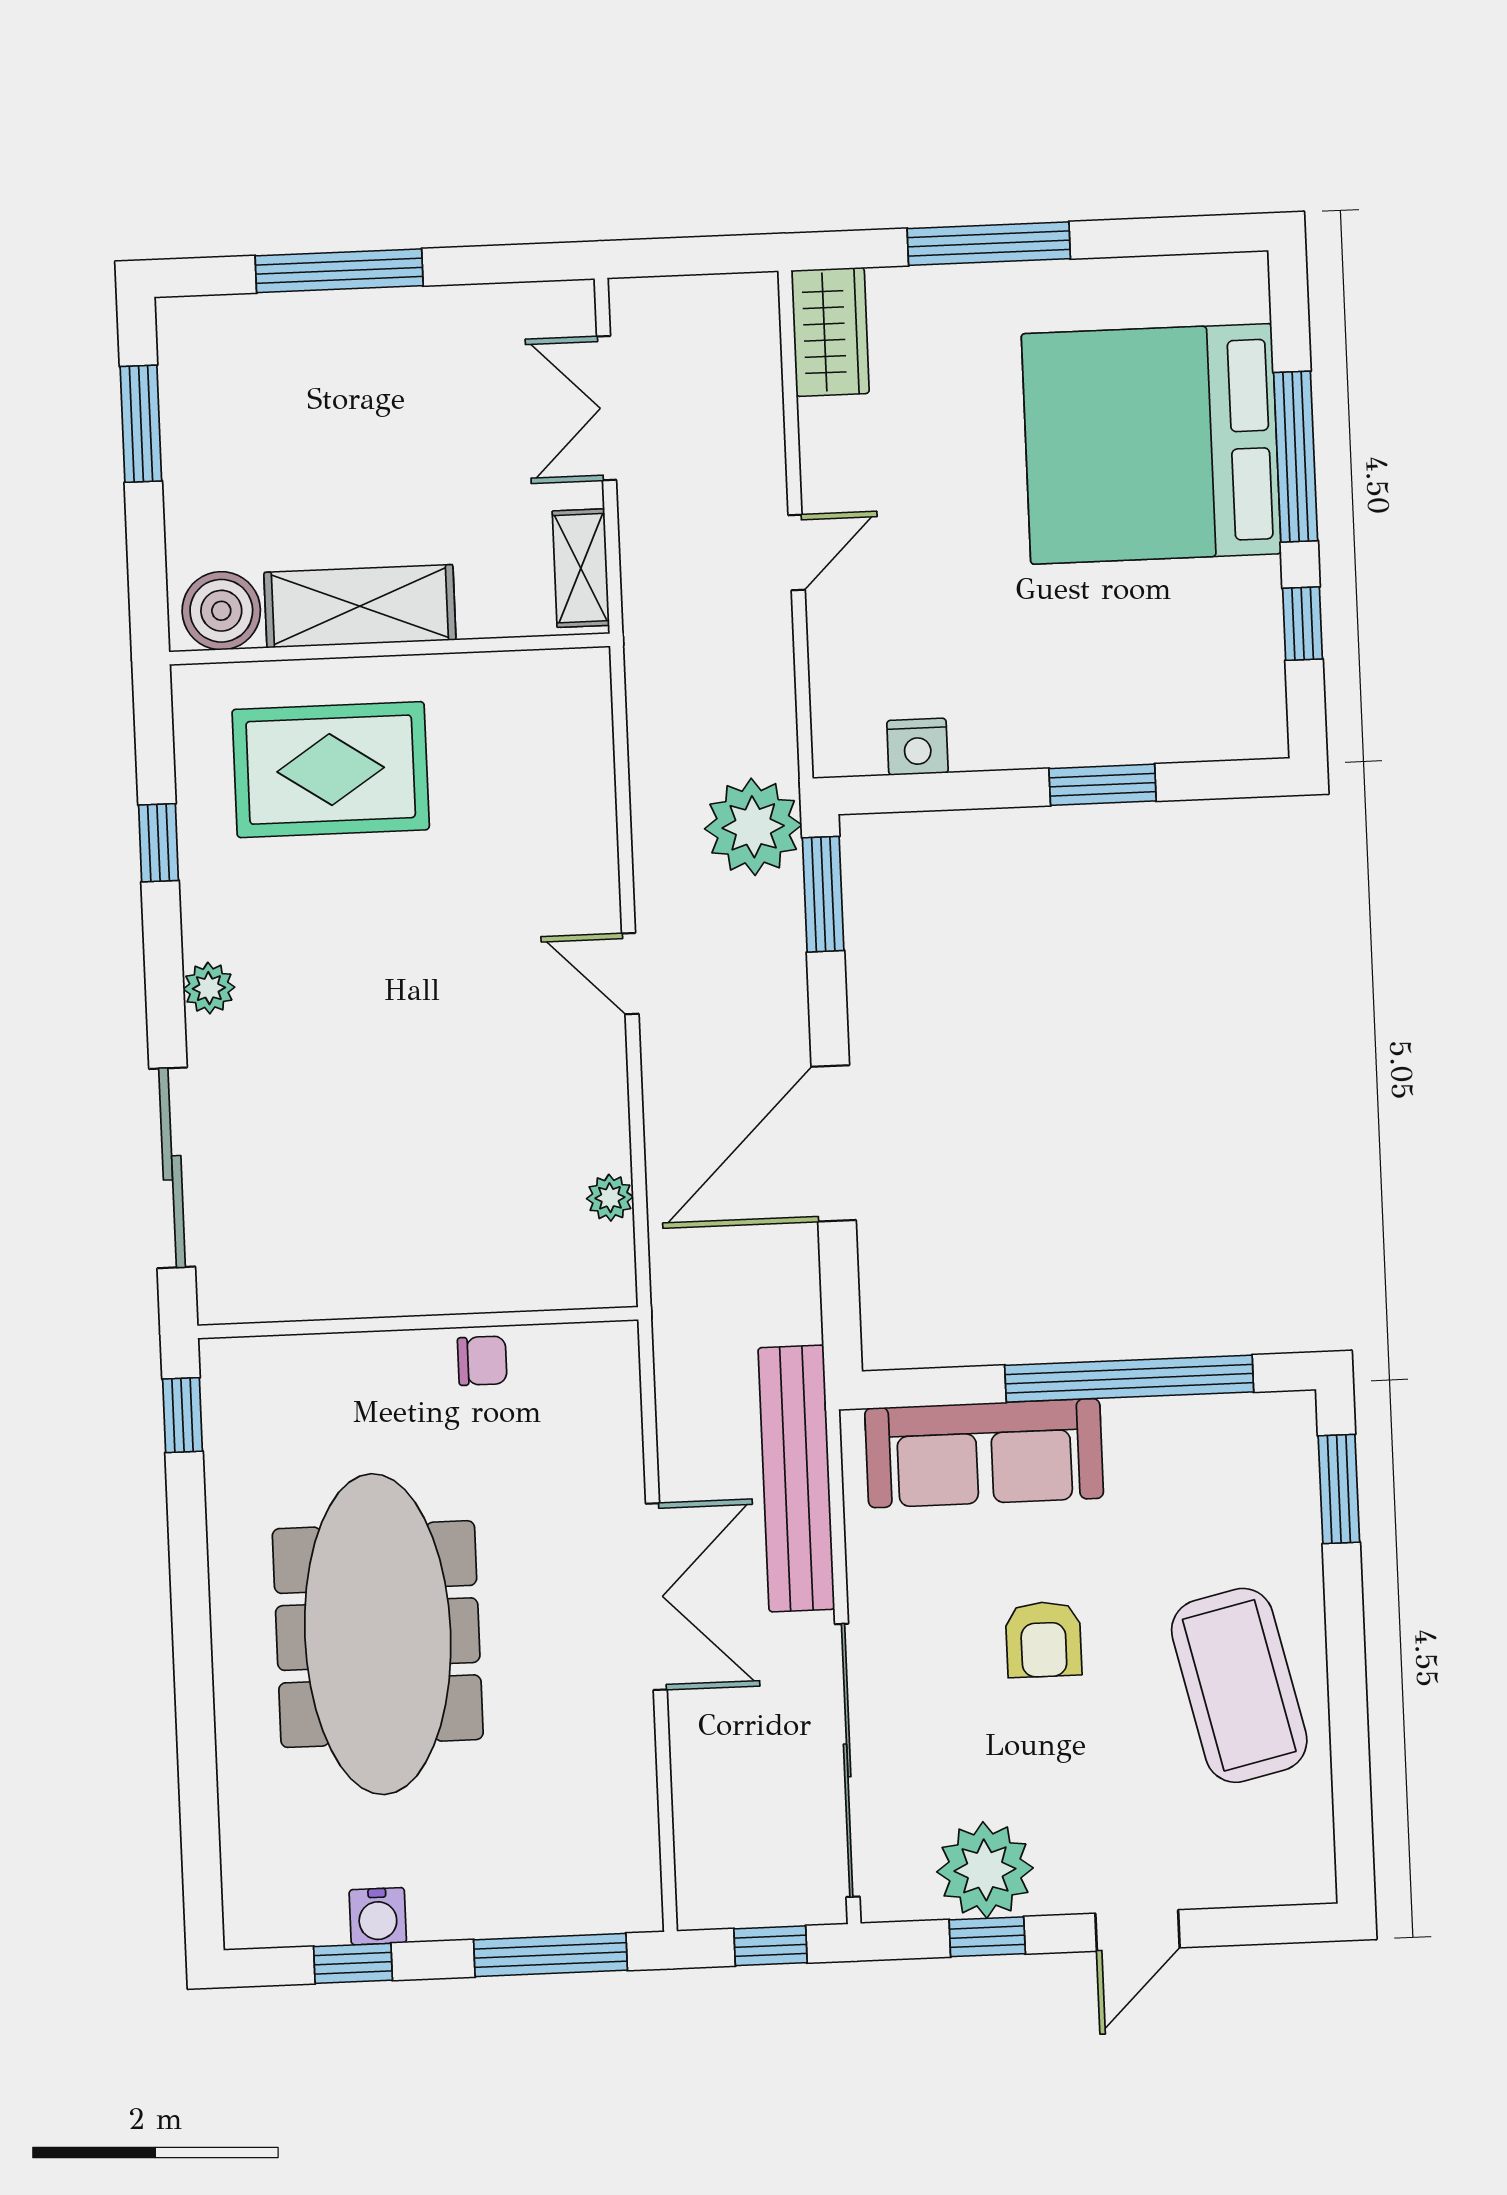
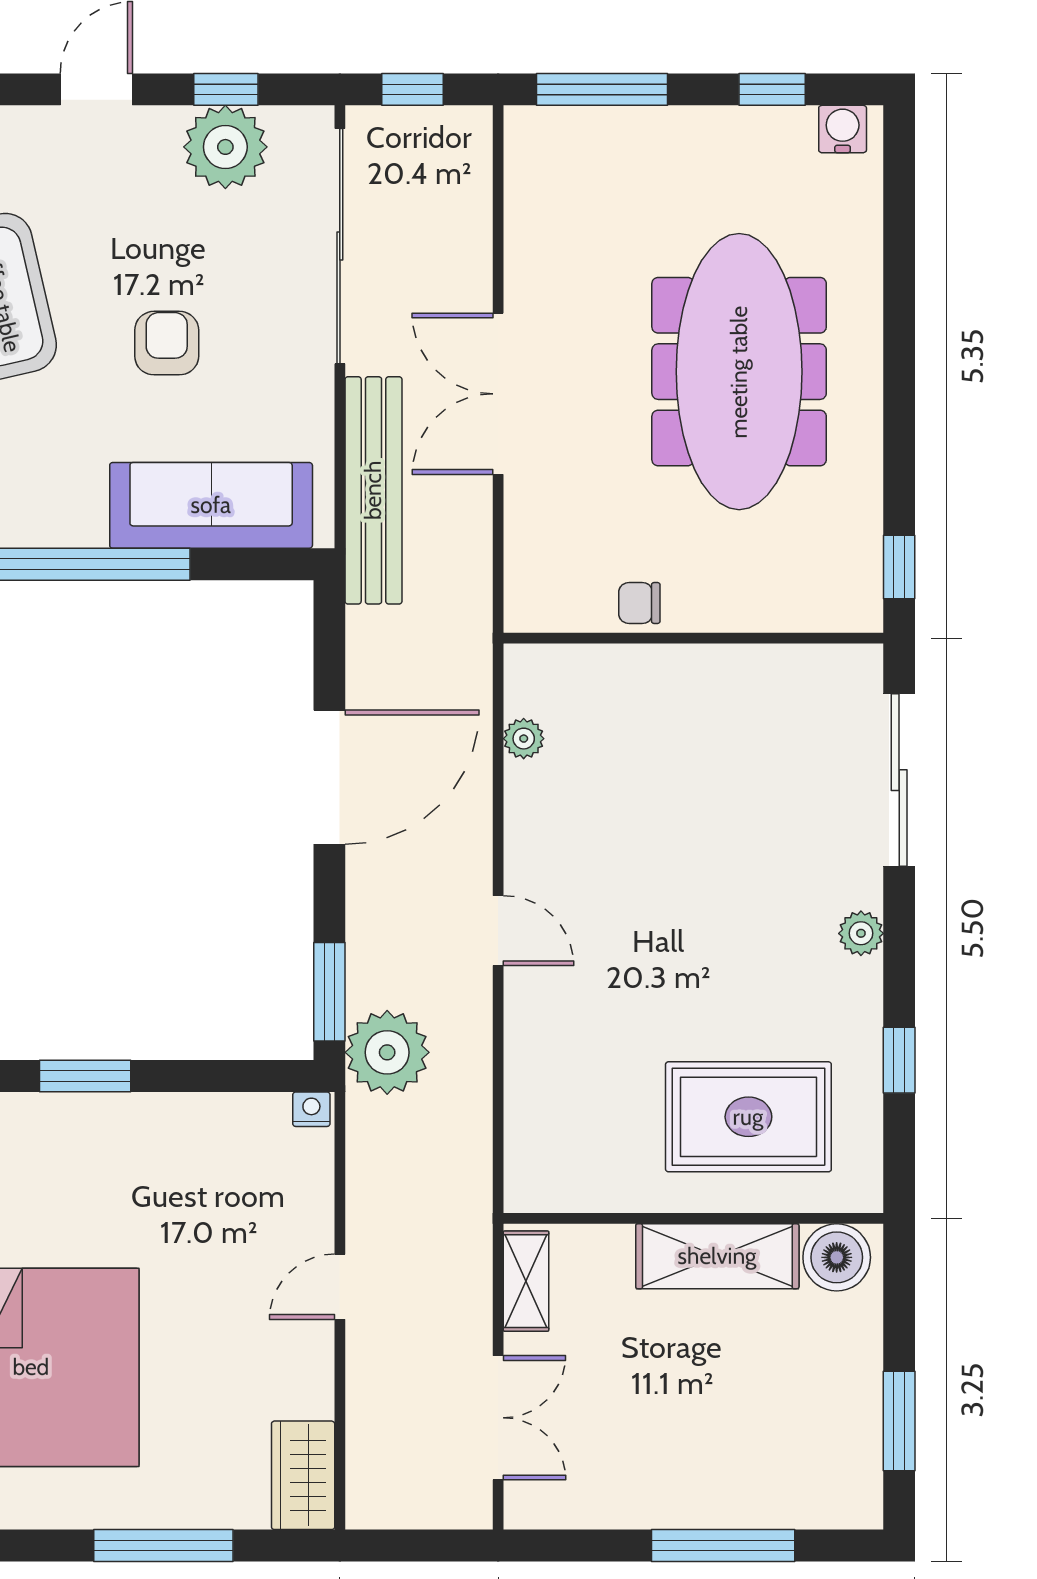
nightstand: (917, 747) -> (311, 1109), moved, width x0.72, depth x0.74
water cooler: (378, 1916) -> (843, 129), moved

